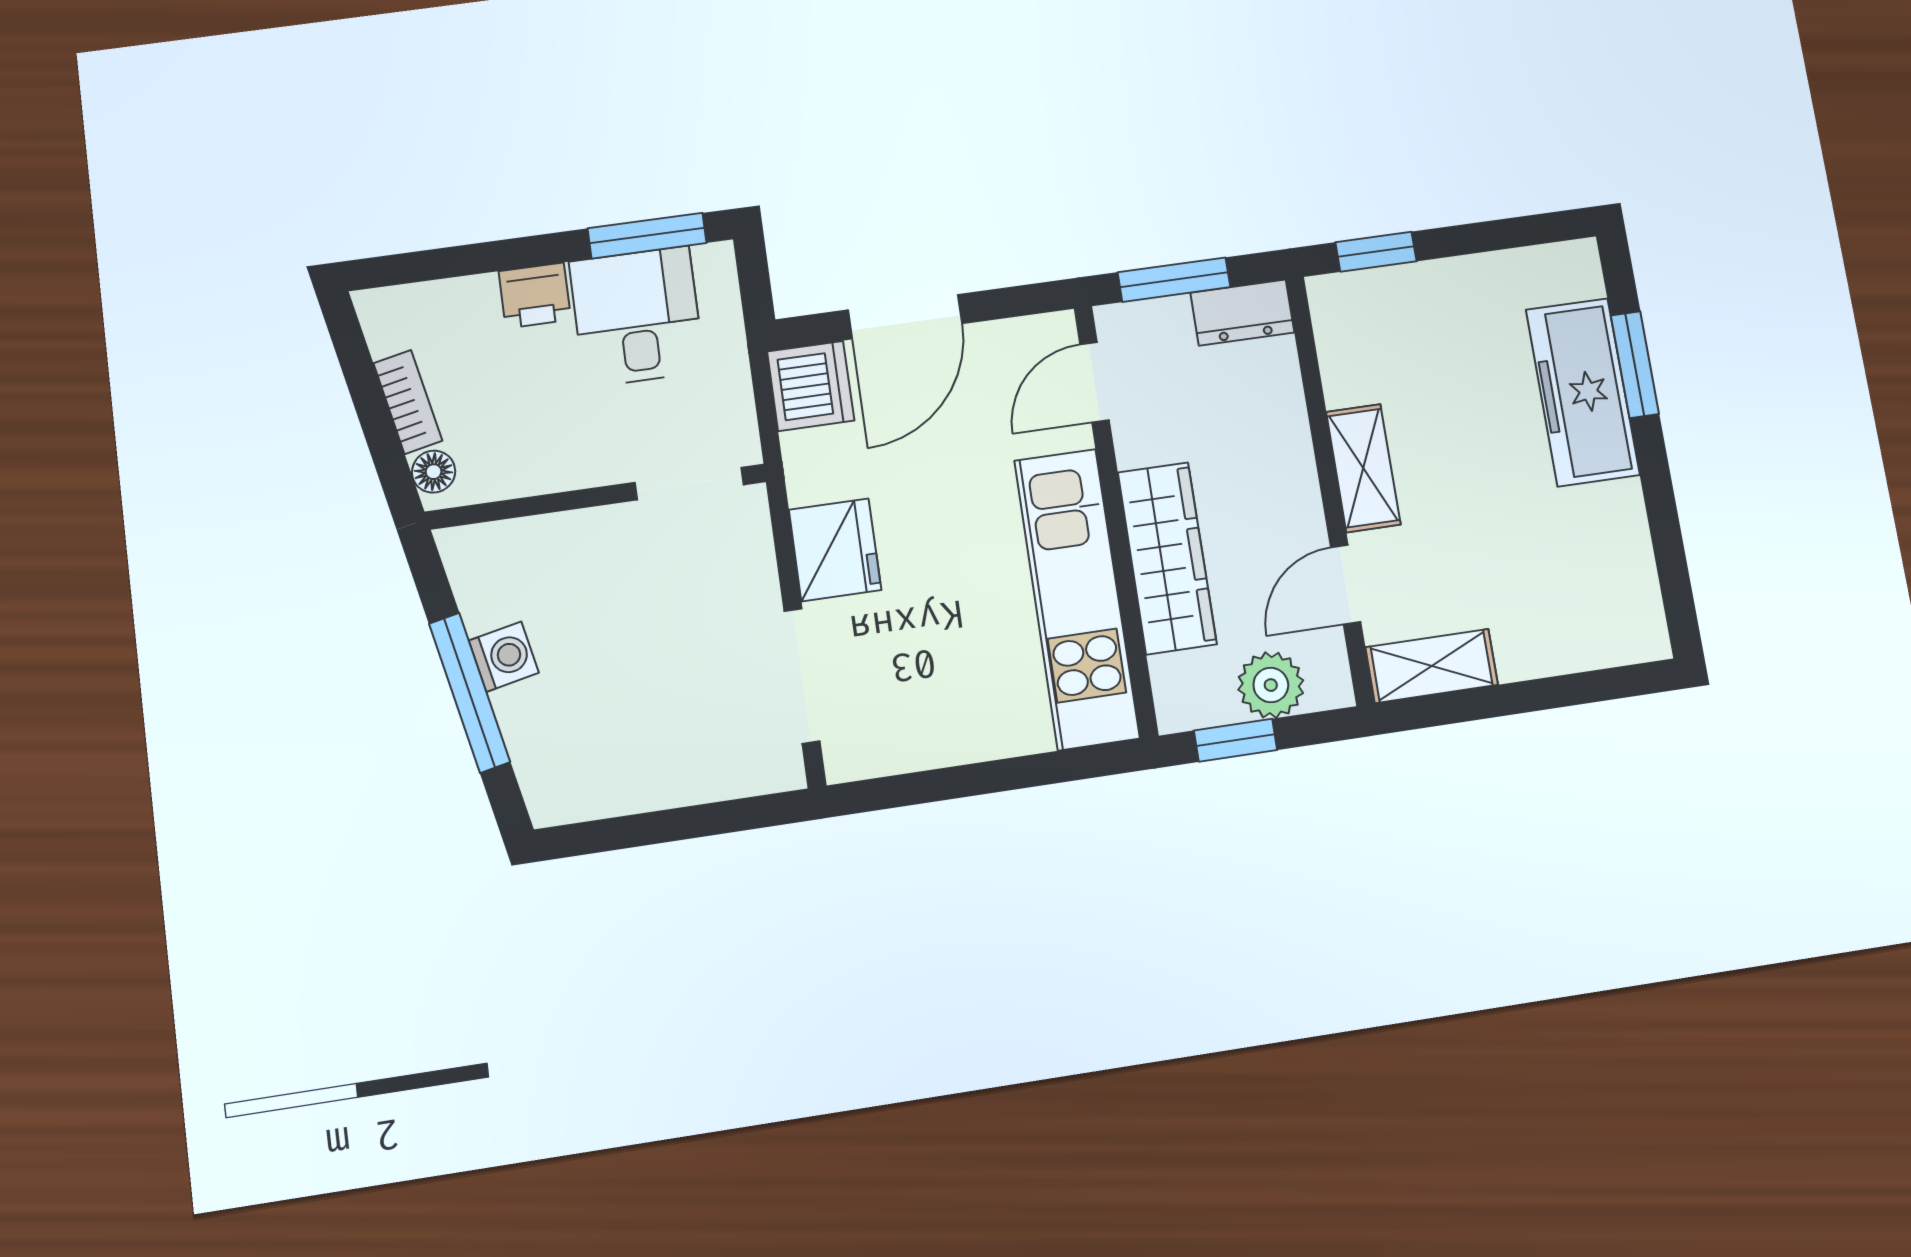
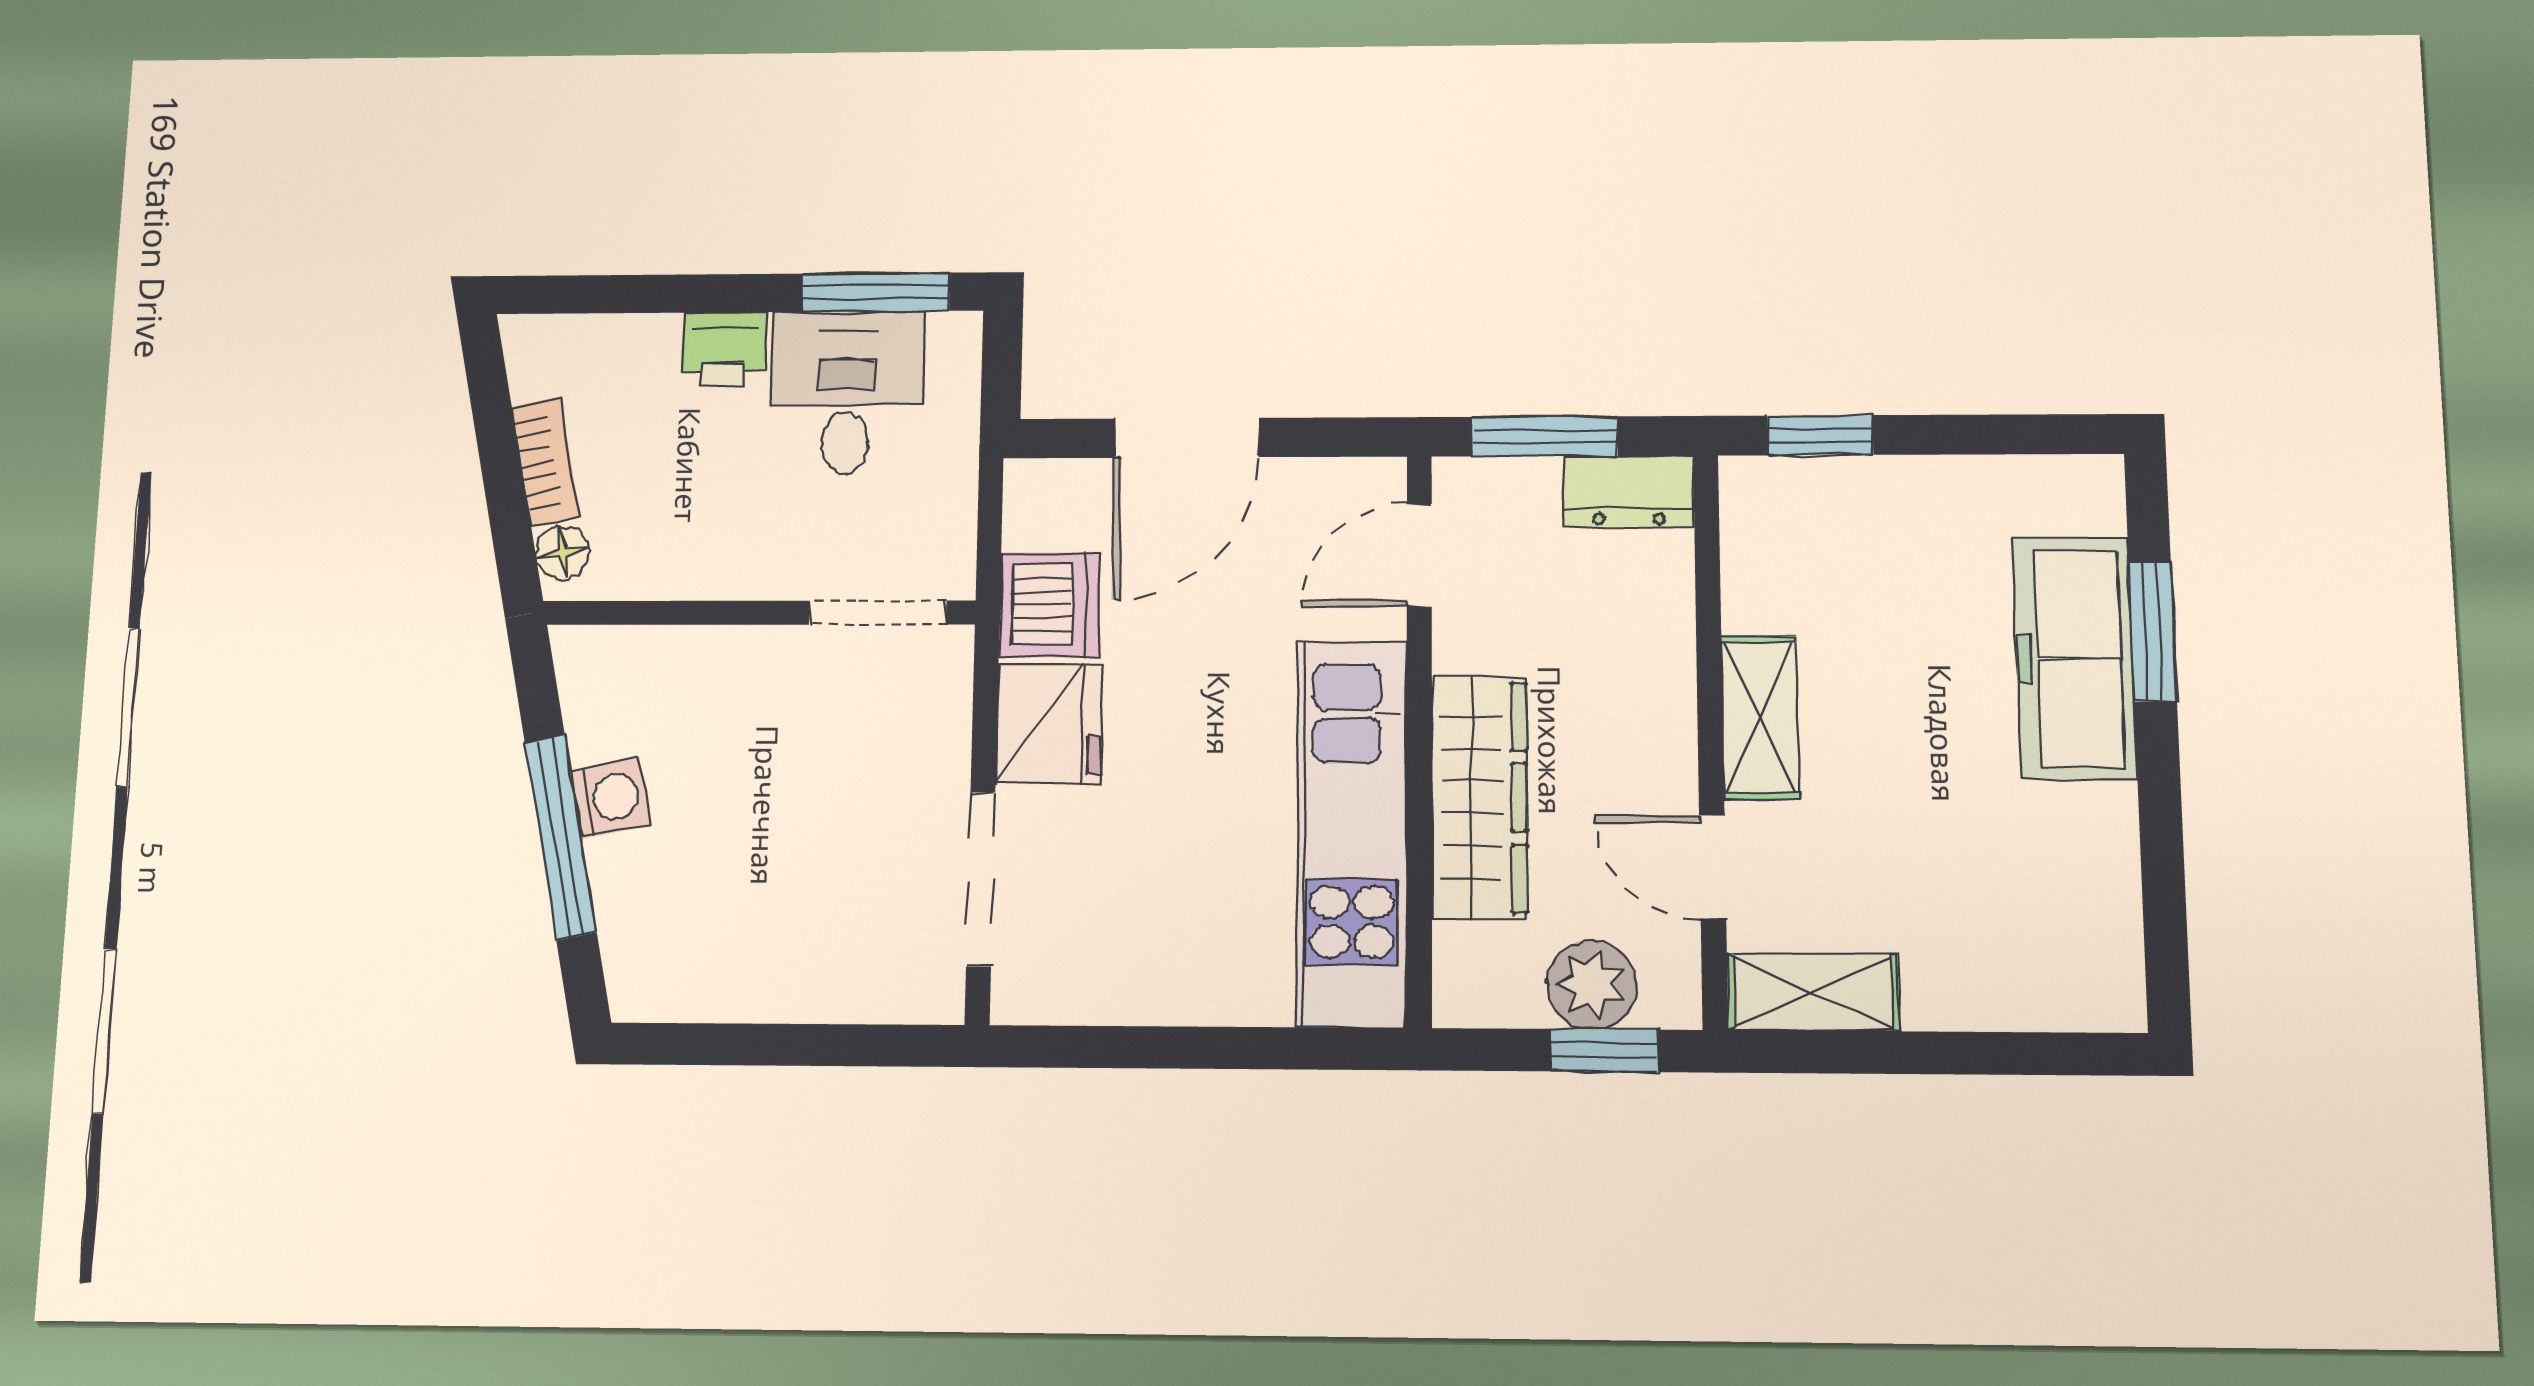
dishwasher: (811, 386) -> (1050, 605), moved
door: (1346, 585) -> (1713, 867), hinge flipped
window: (1236, 740) -> (1605, 1051), moved

